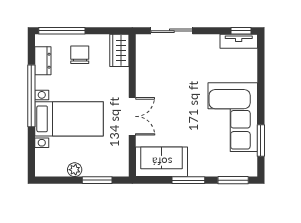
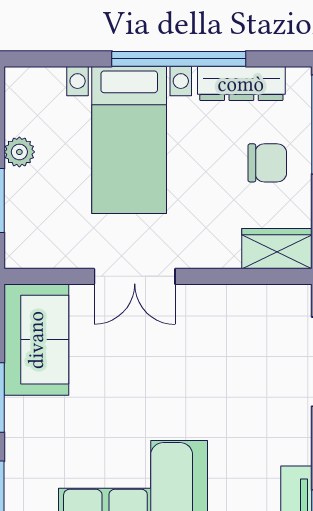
dresser: (43, 61) -> (241, 84), width x1.44

